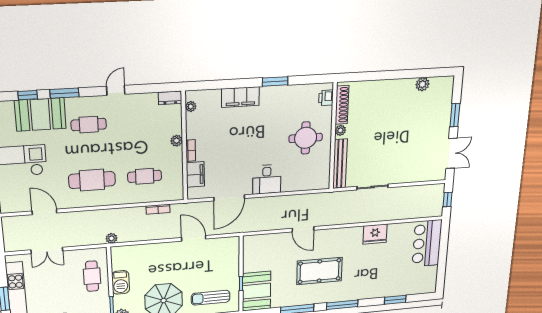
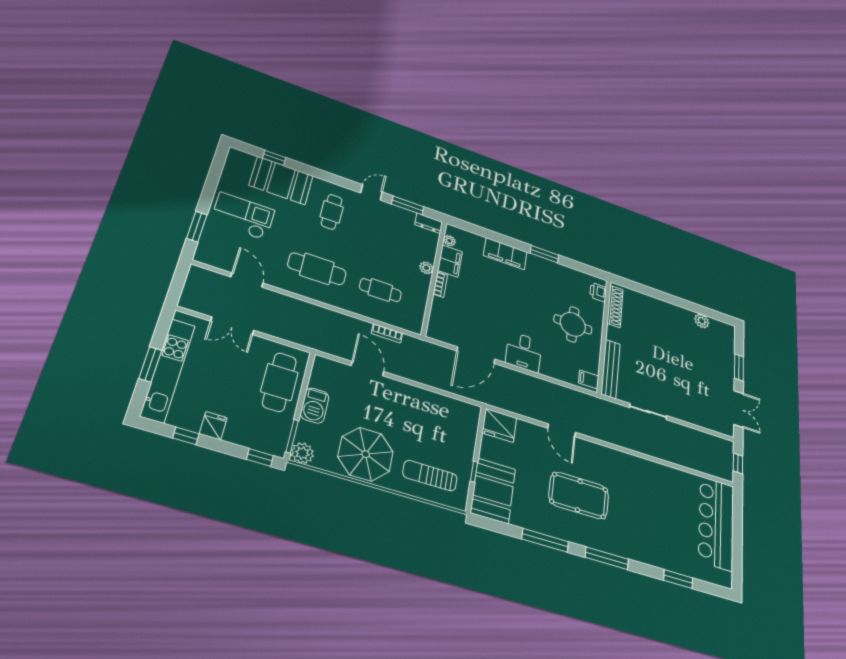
window: (64, 93) -> (408, 205), moved
cafe table: (89, 125) -> (332, 212), turned 90
plant: (340, 130) -> (612, 332), removed
filing cabinet: (195, 174) -> (450, 261), moved
filing cabinet: (322, 180) -> (589, 379), added
fridge: (375, 234) -> (499, 425), moved
plant: (111, 238) -> (320, 345), removed
door: (194, 238) -> (368, 369), moved
bar counter: (427, 243) -> (716, 523), width x1.36
cafe table: (92, 276) -> (279, 382), width x1.37, depth x1.35

